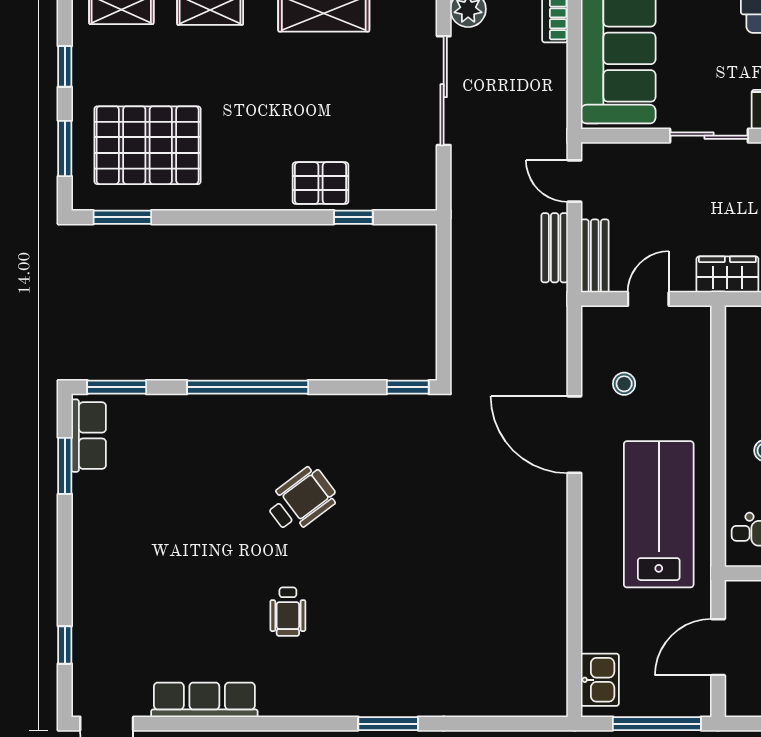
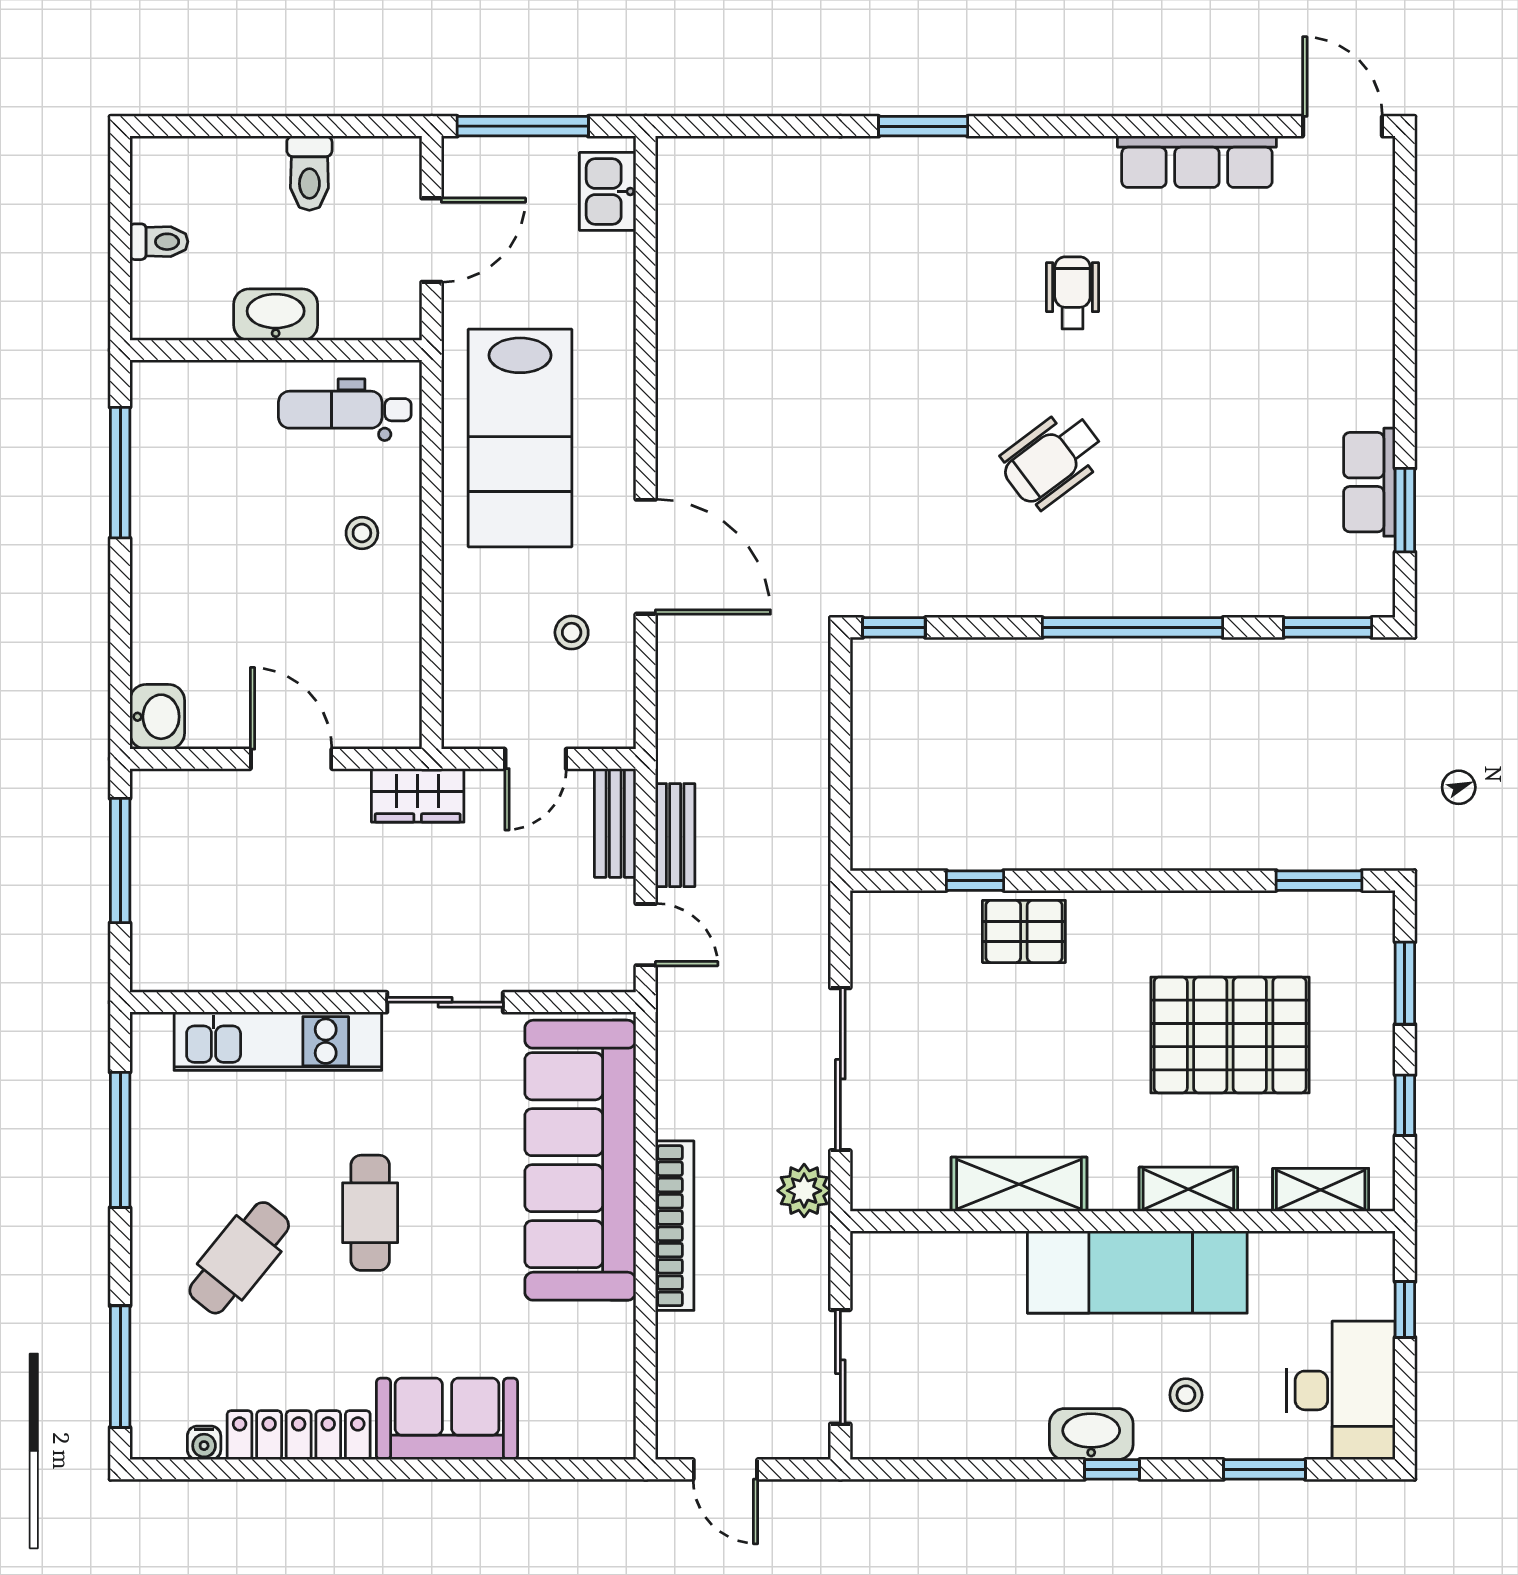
pallet: (148, 145) -> (1230, 1035), moved
row of seats: (89, 436) -> (1369, 482), moved
window: (65, 645) -> (1405, 243), removed

